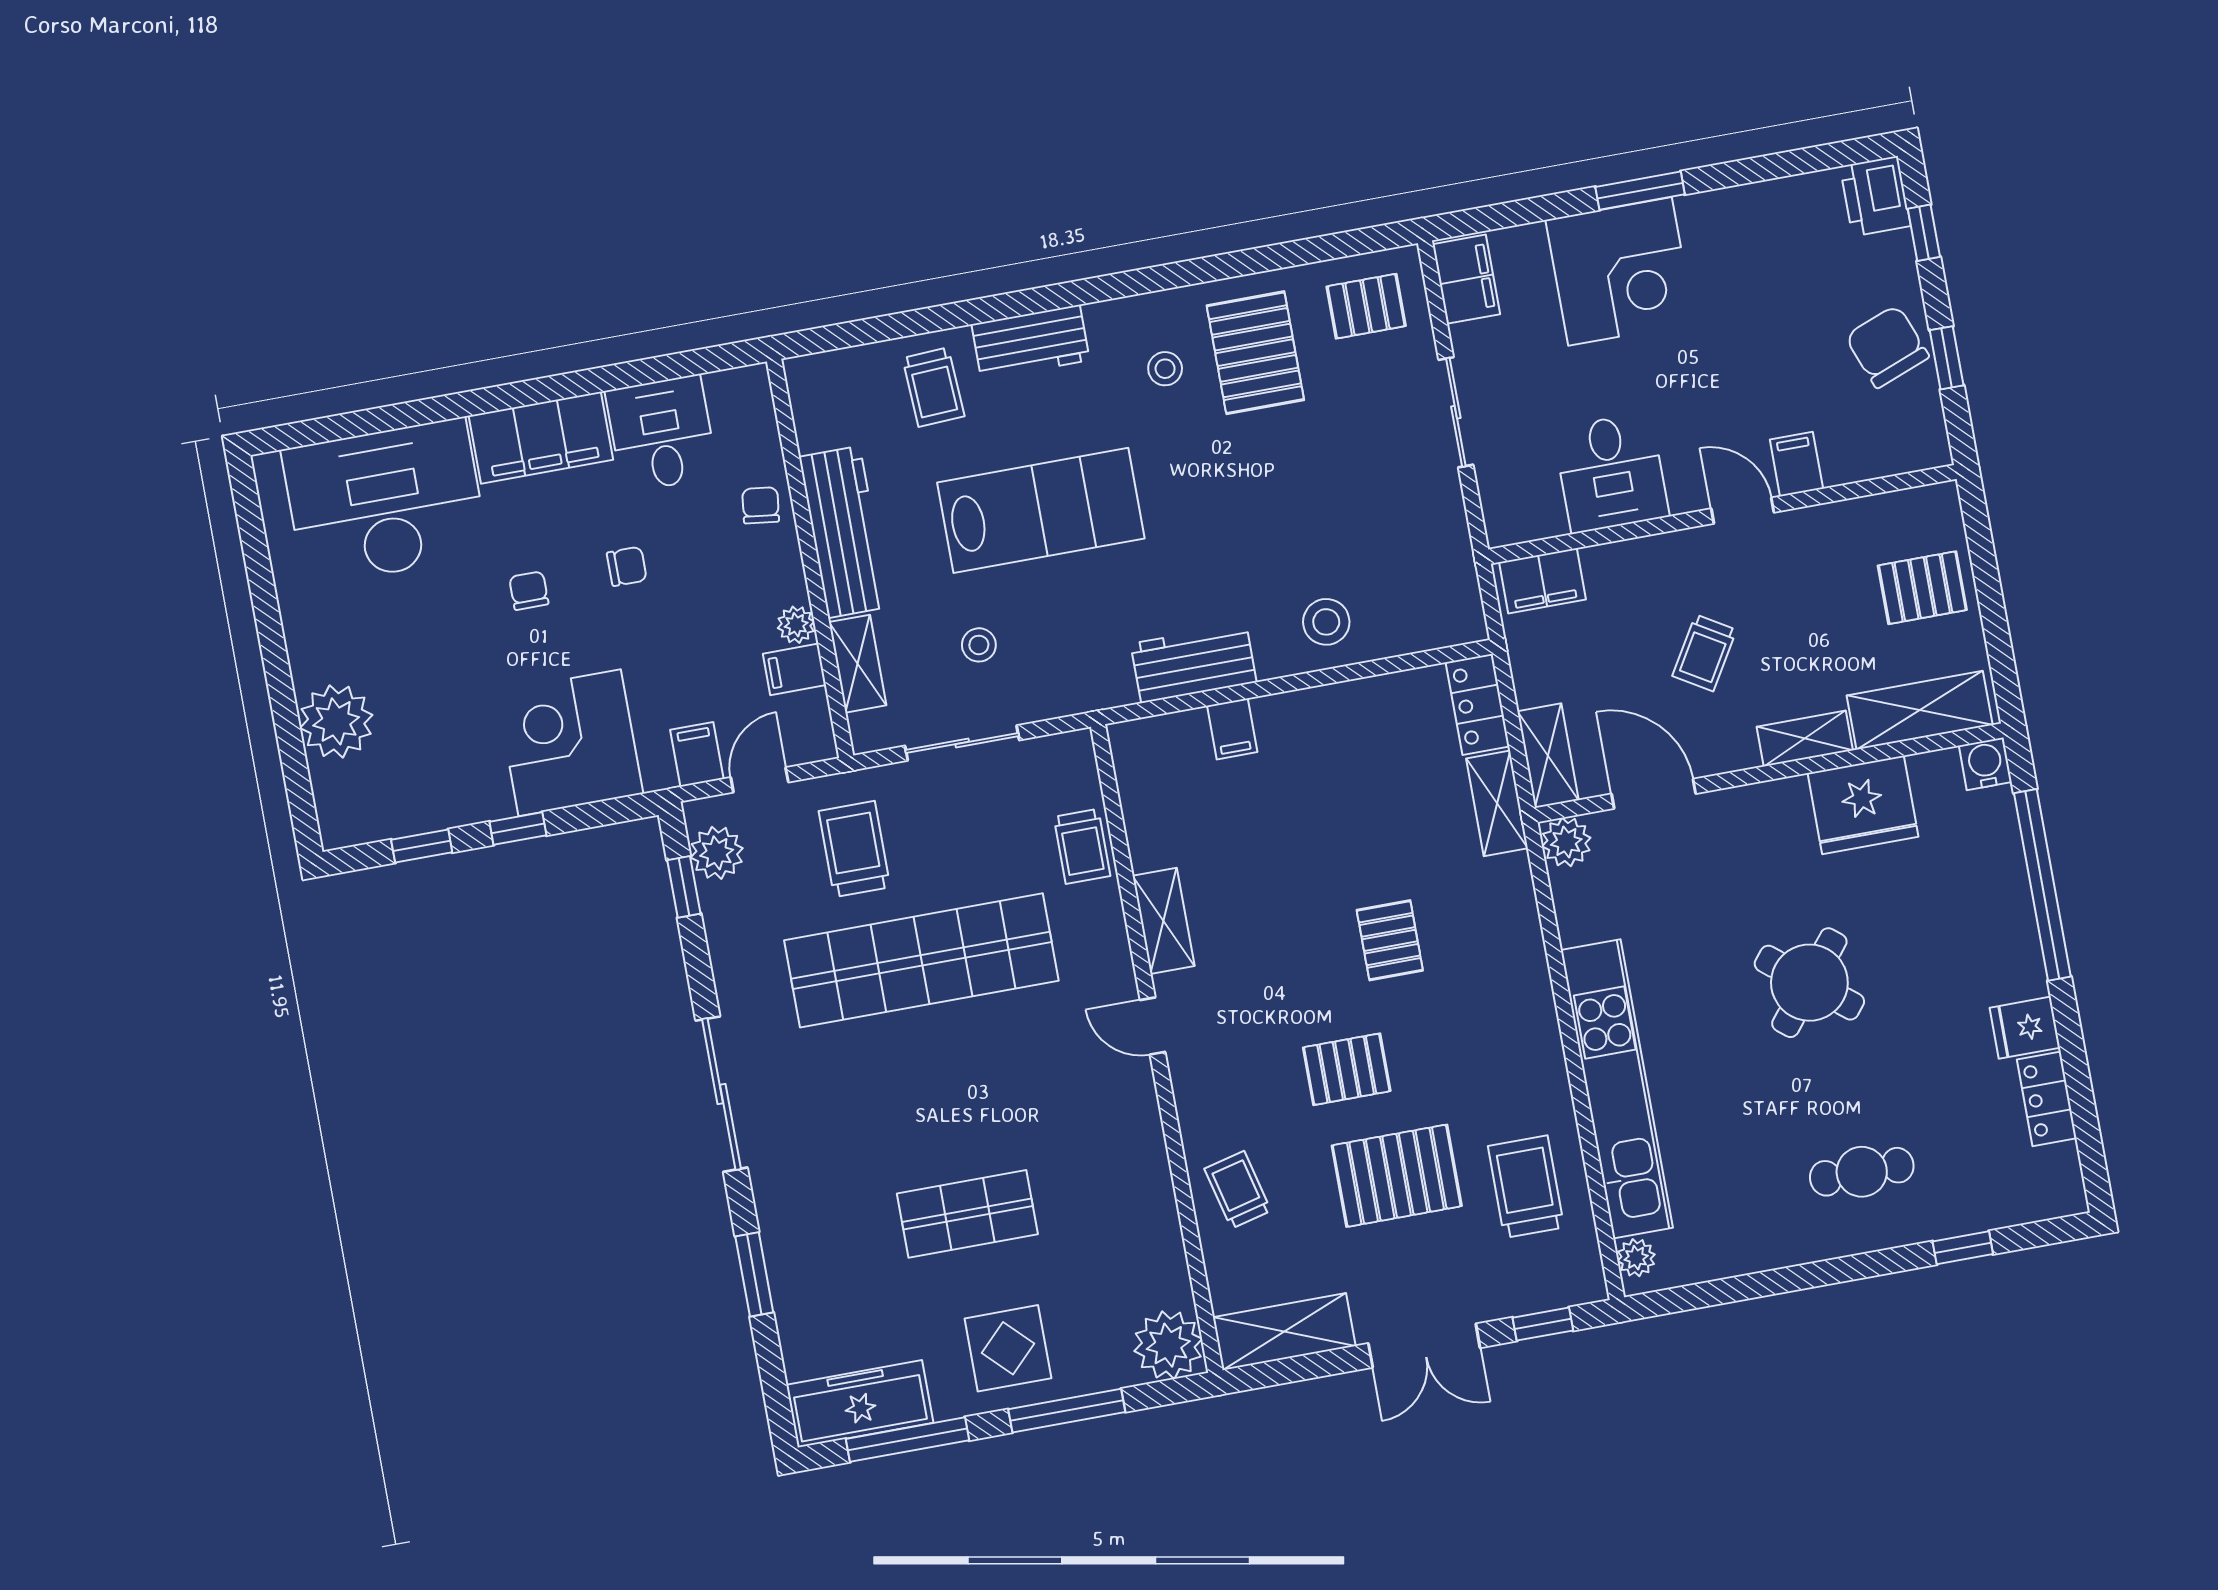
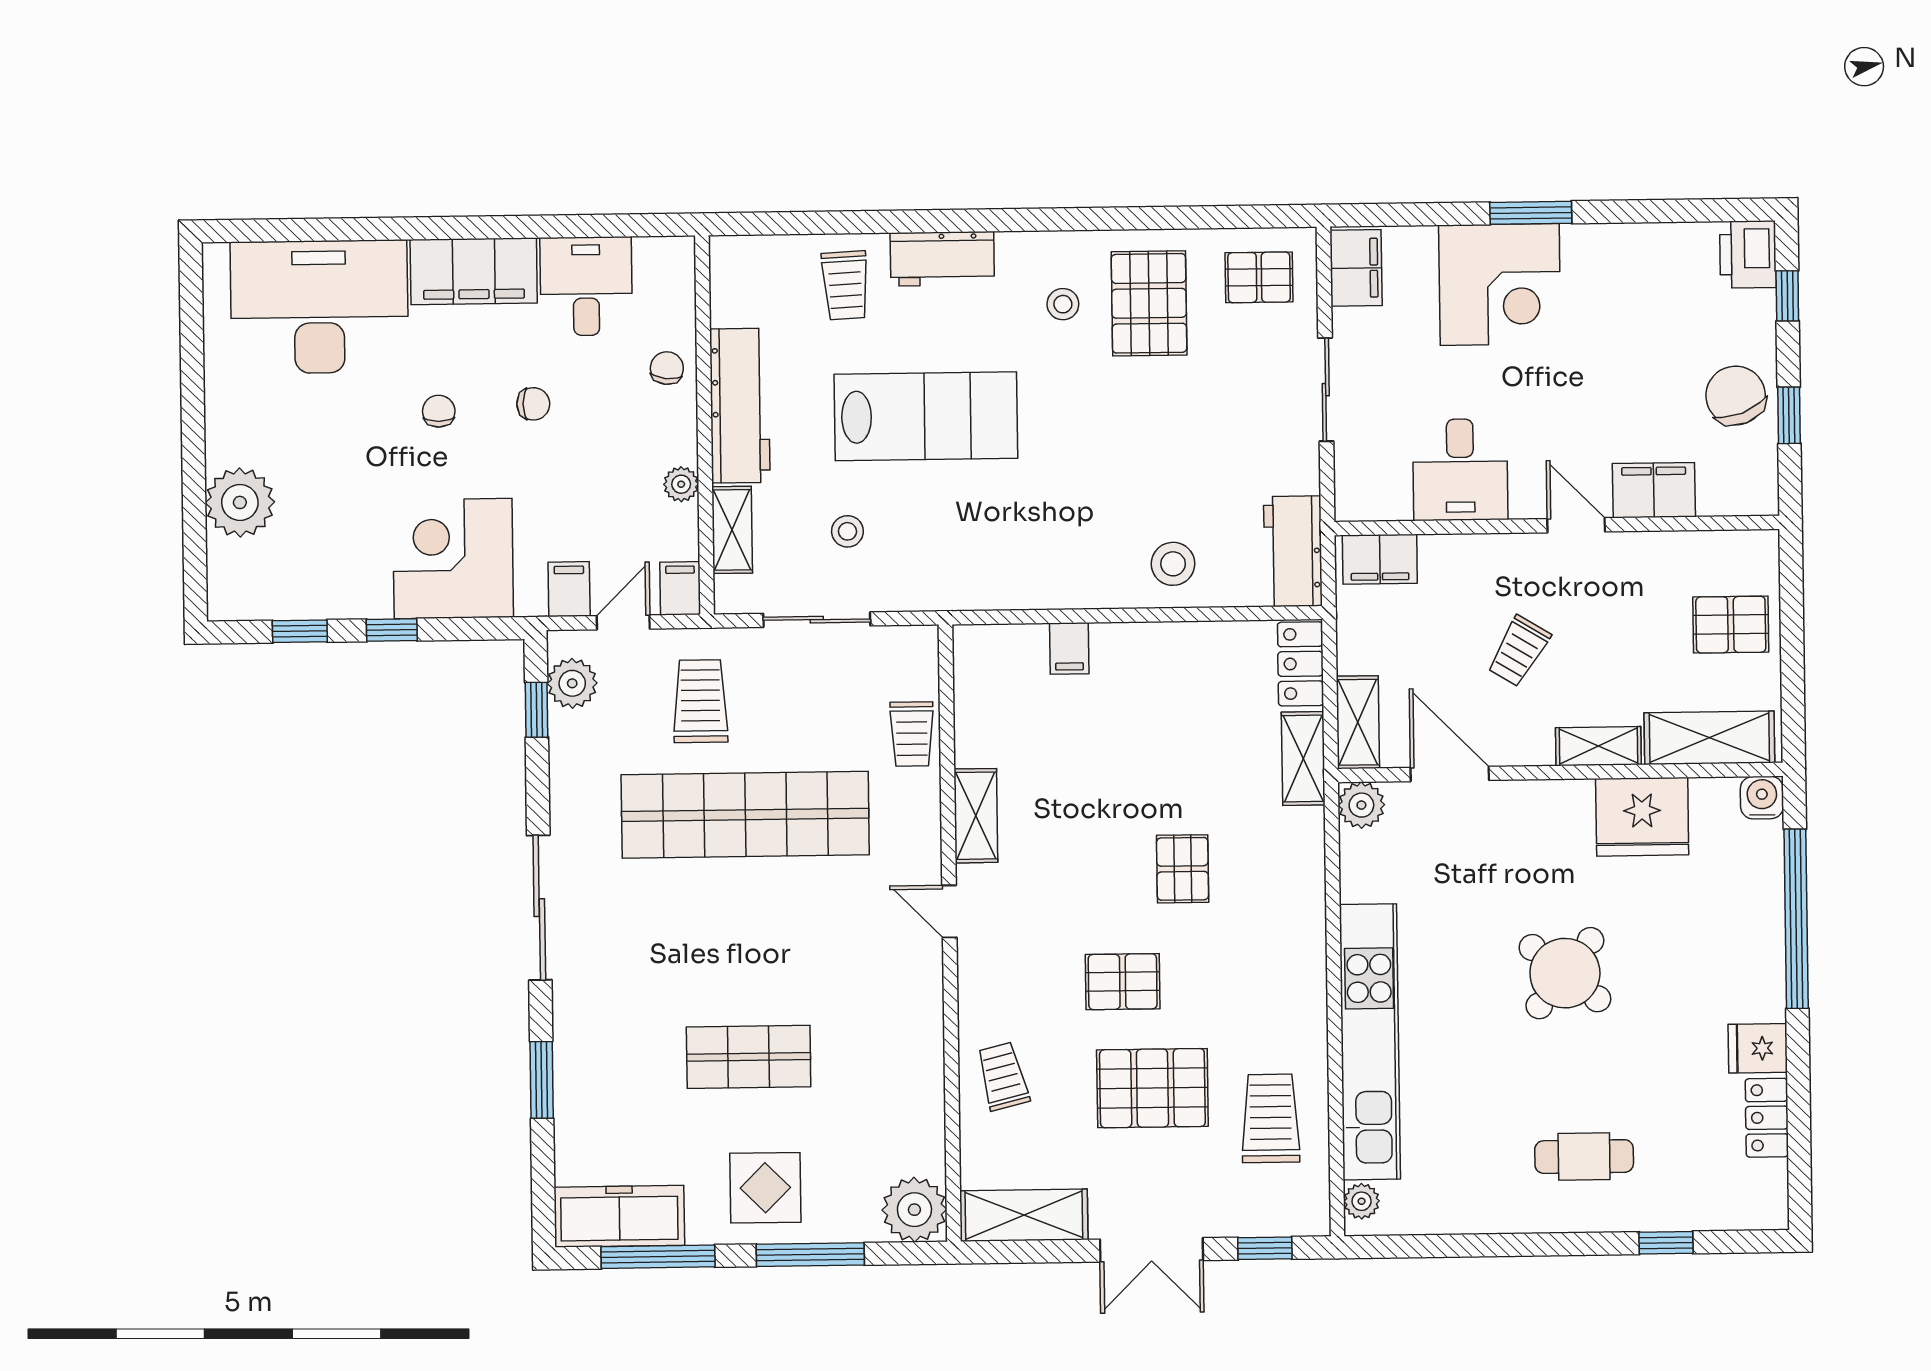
filing cabinet: (1796, 464) -> (1654, 490), width x2.00
workbench: (1194, 663) -> (1293, 551), moved, turned -90
filing cabinet: (794, 669) -> (680, 588), moved, turned 90

